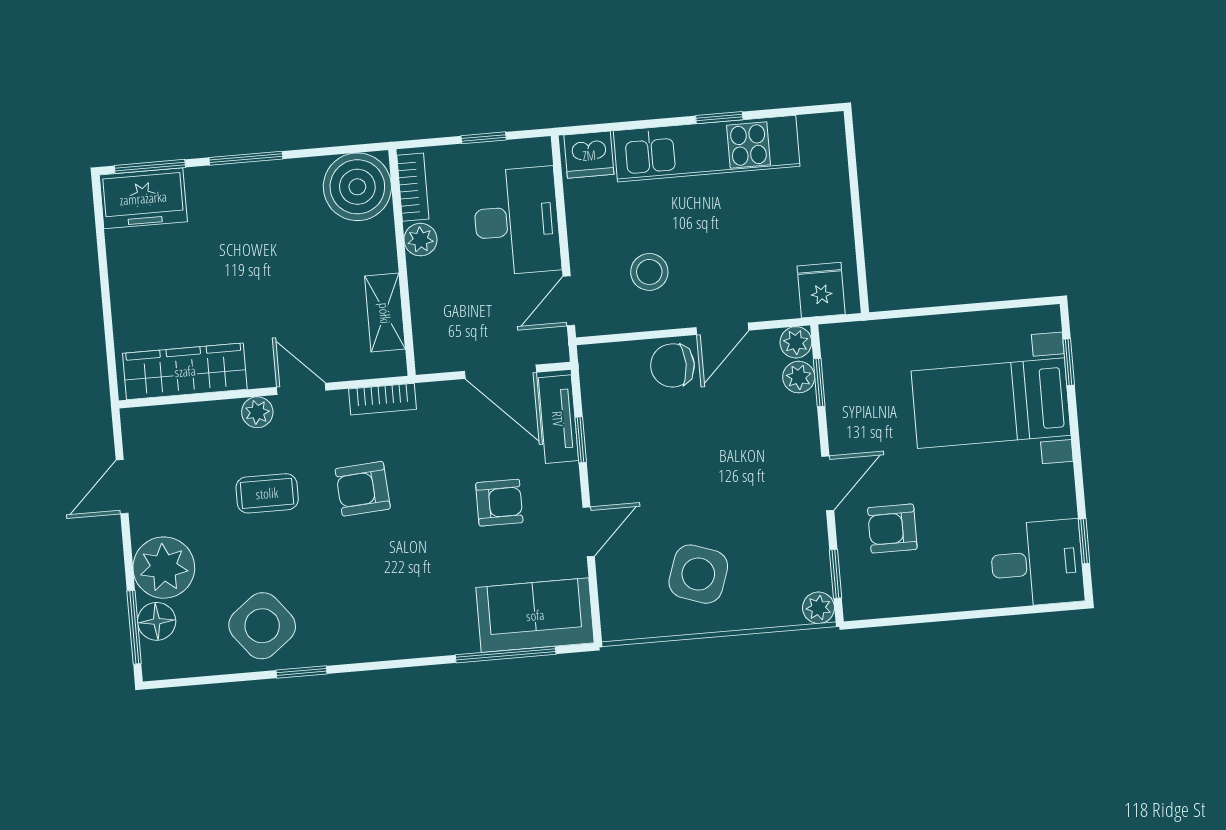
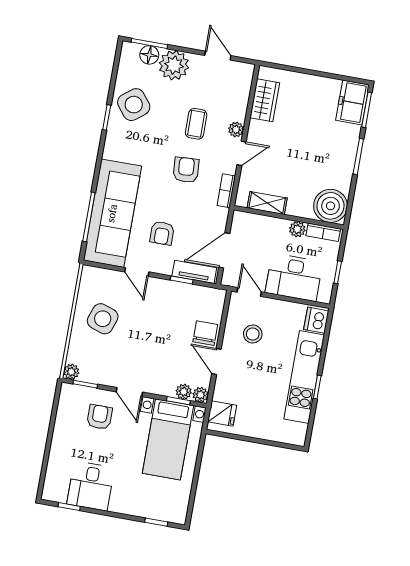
wardrobe: (185, 371) -> (265, 100), width x0.67
bed with nightstands: (991, 403) -> (168, 439), moved, turned 180
desk: (1037, 563) -> (91, 486), moved
sofa: (535, 615) -> (112, 213), width x1.85, depth x1.27

